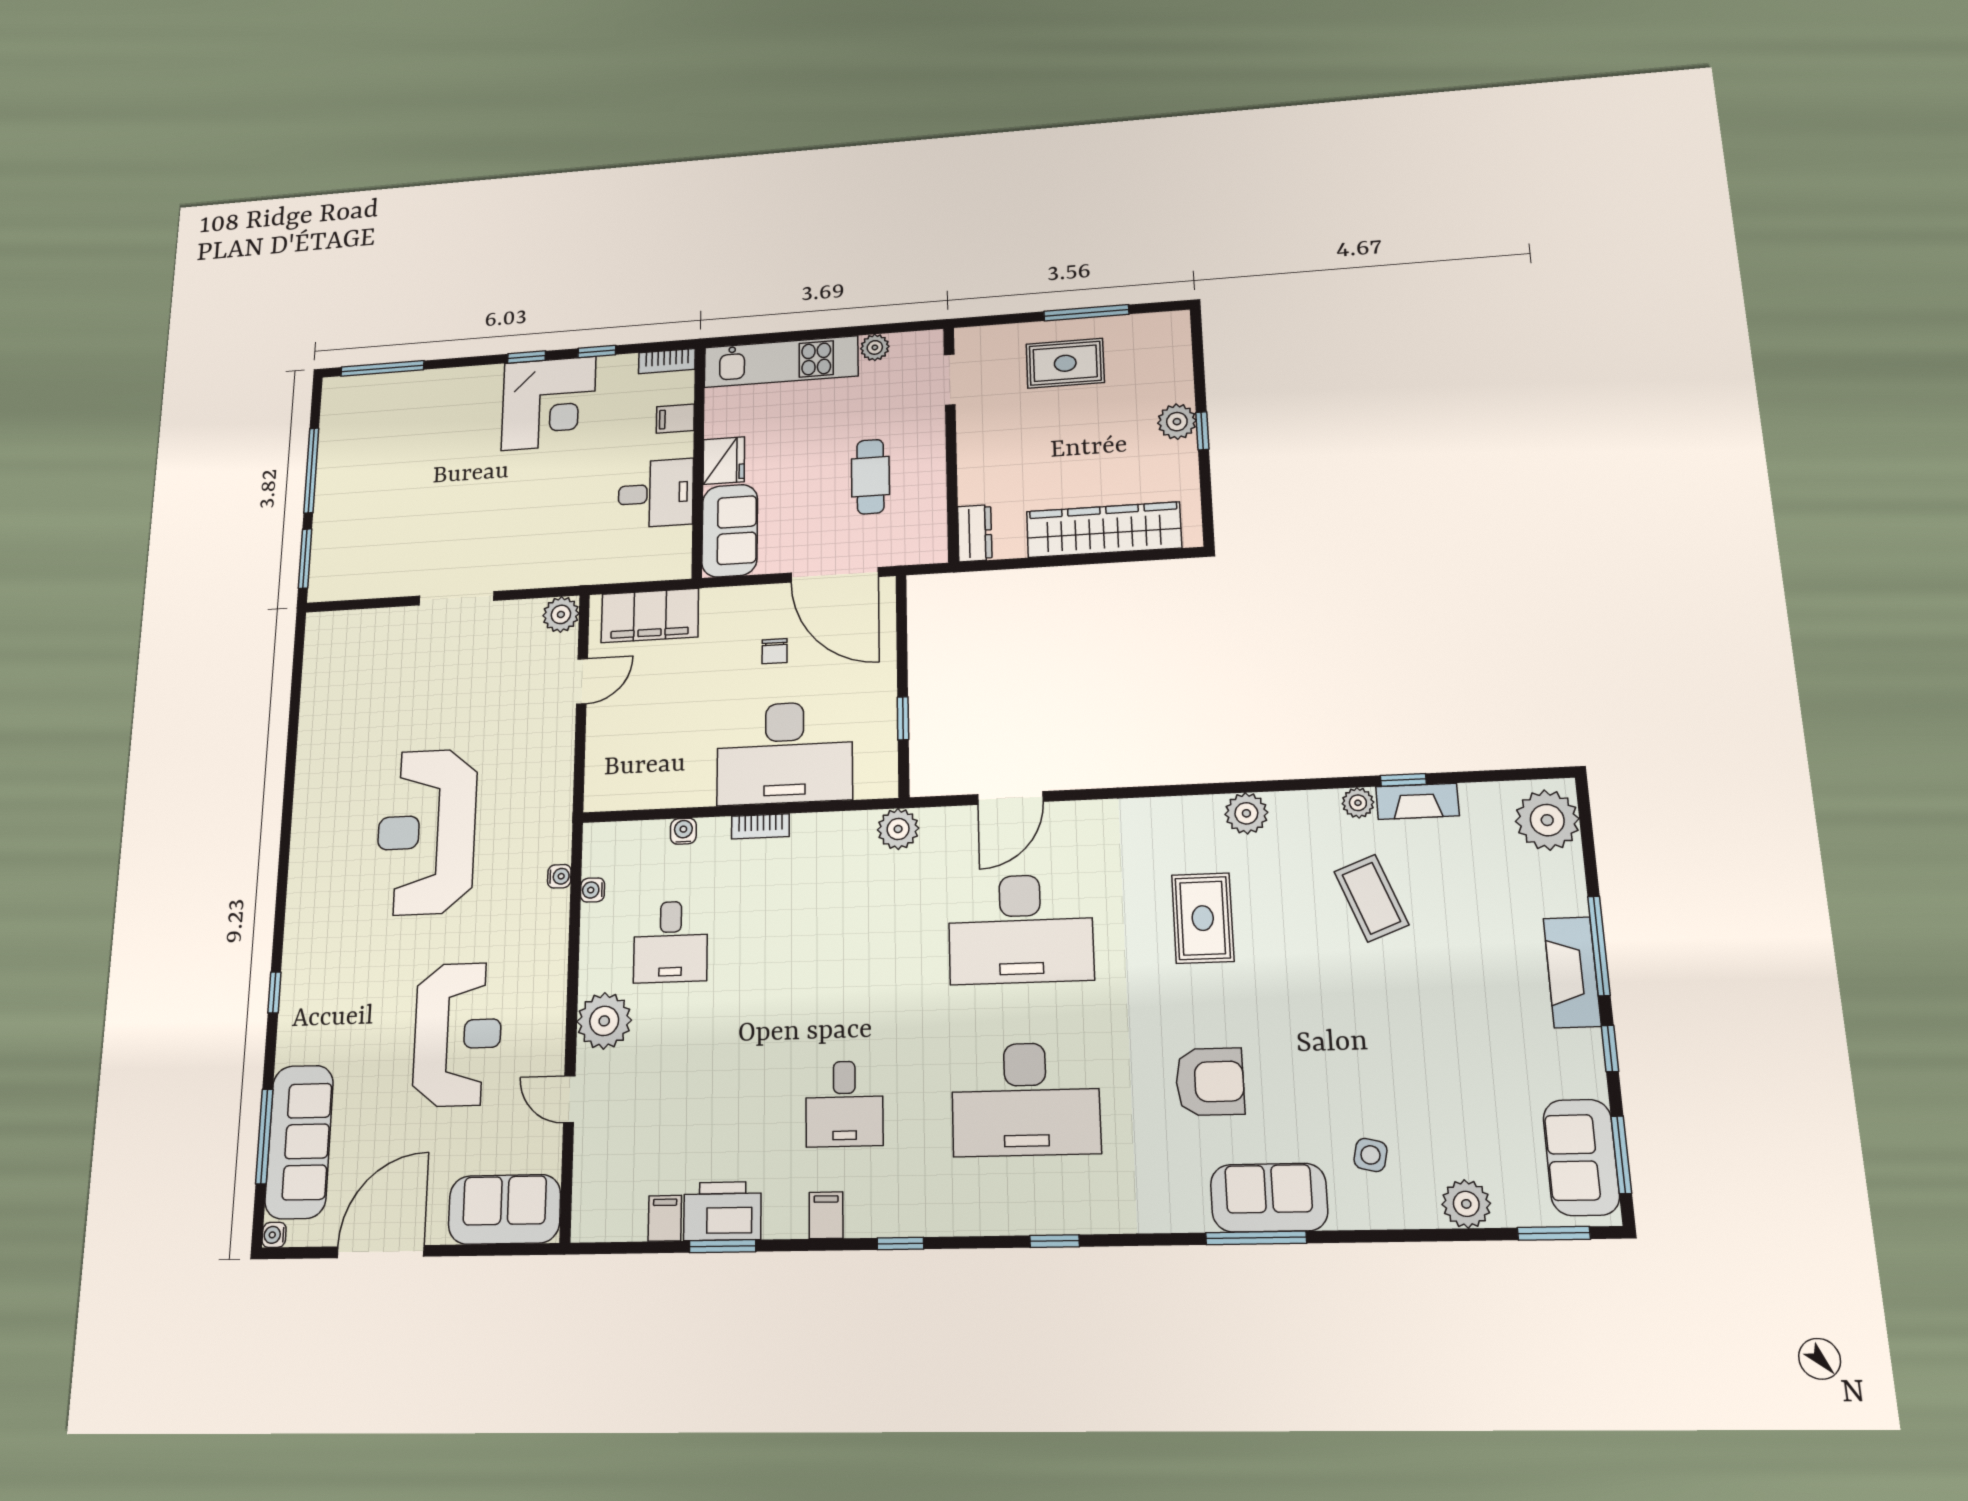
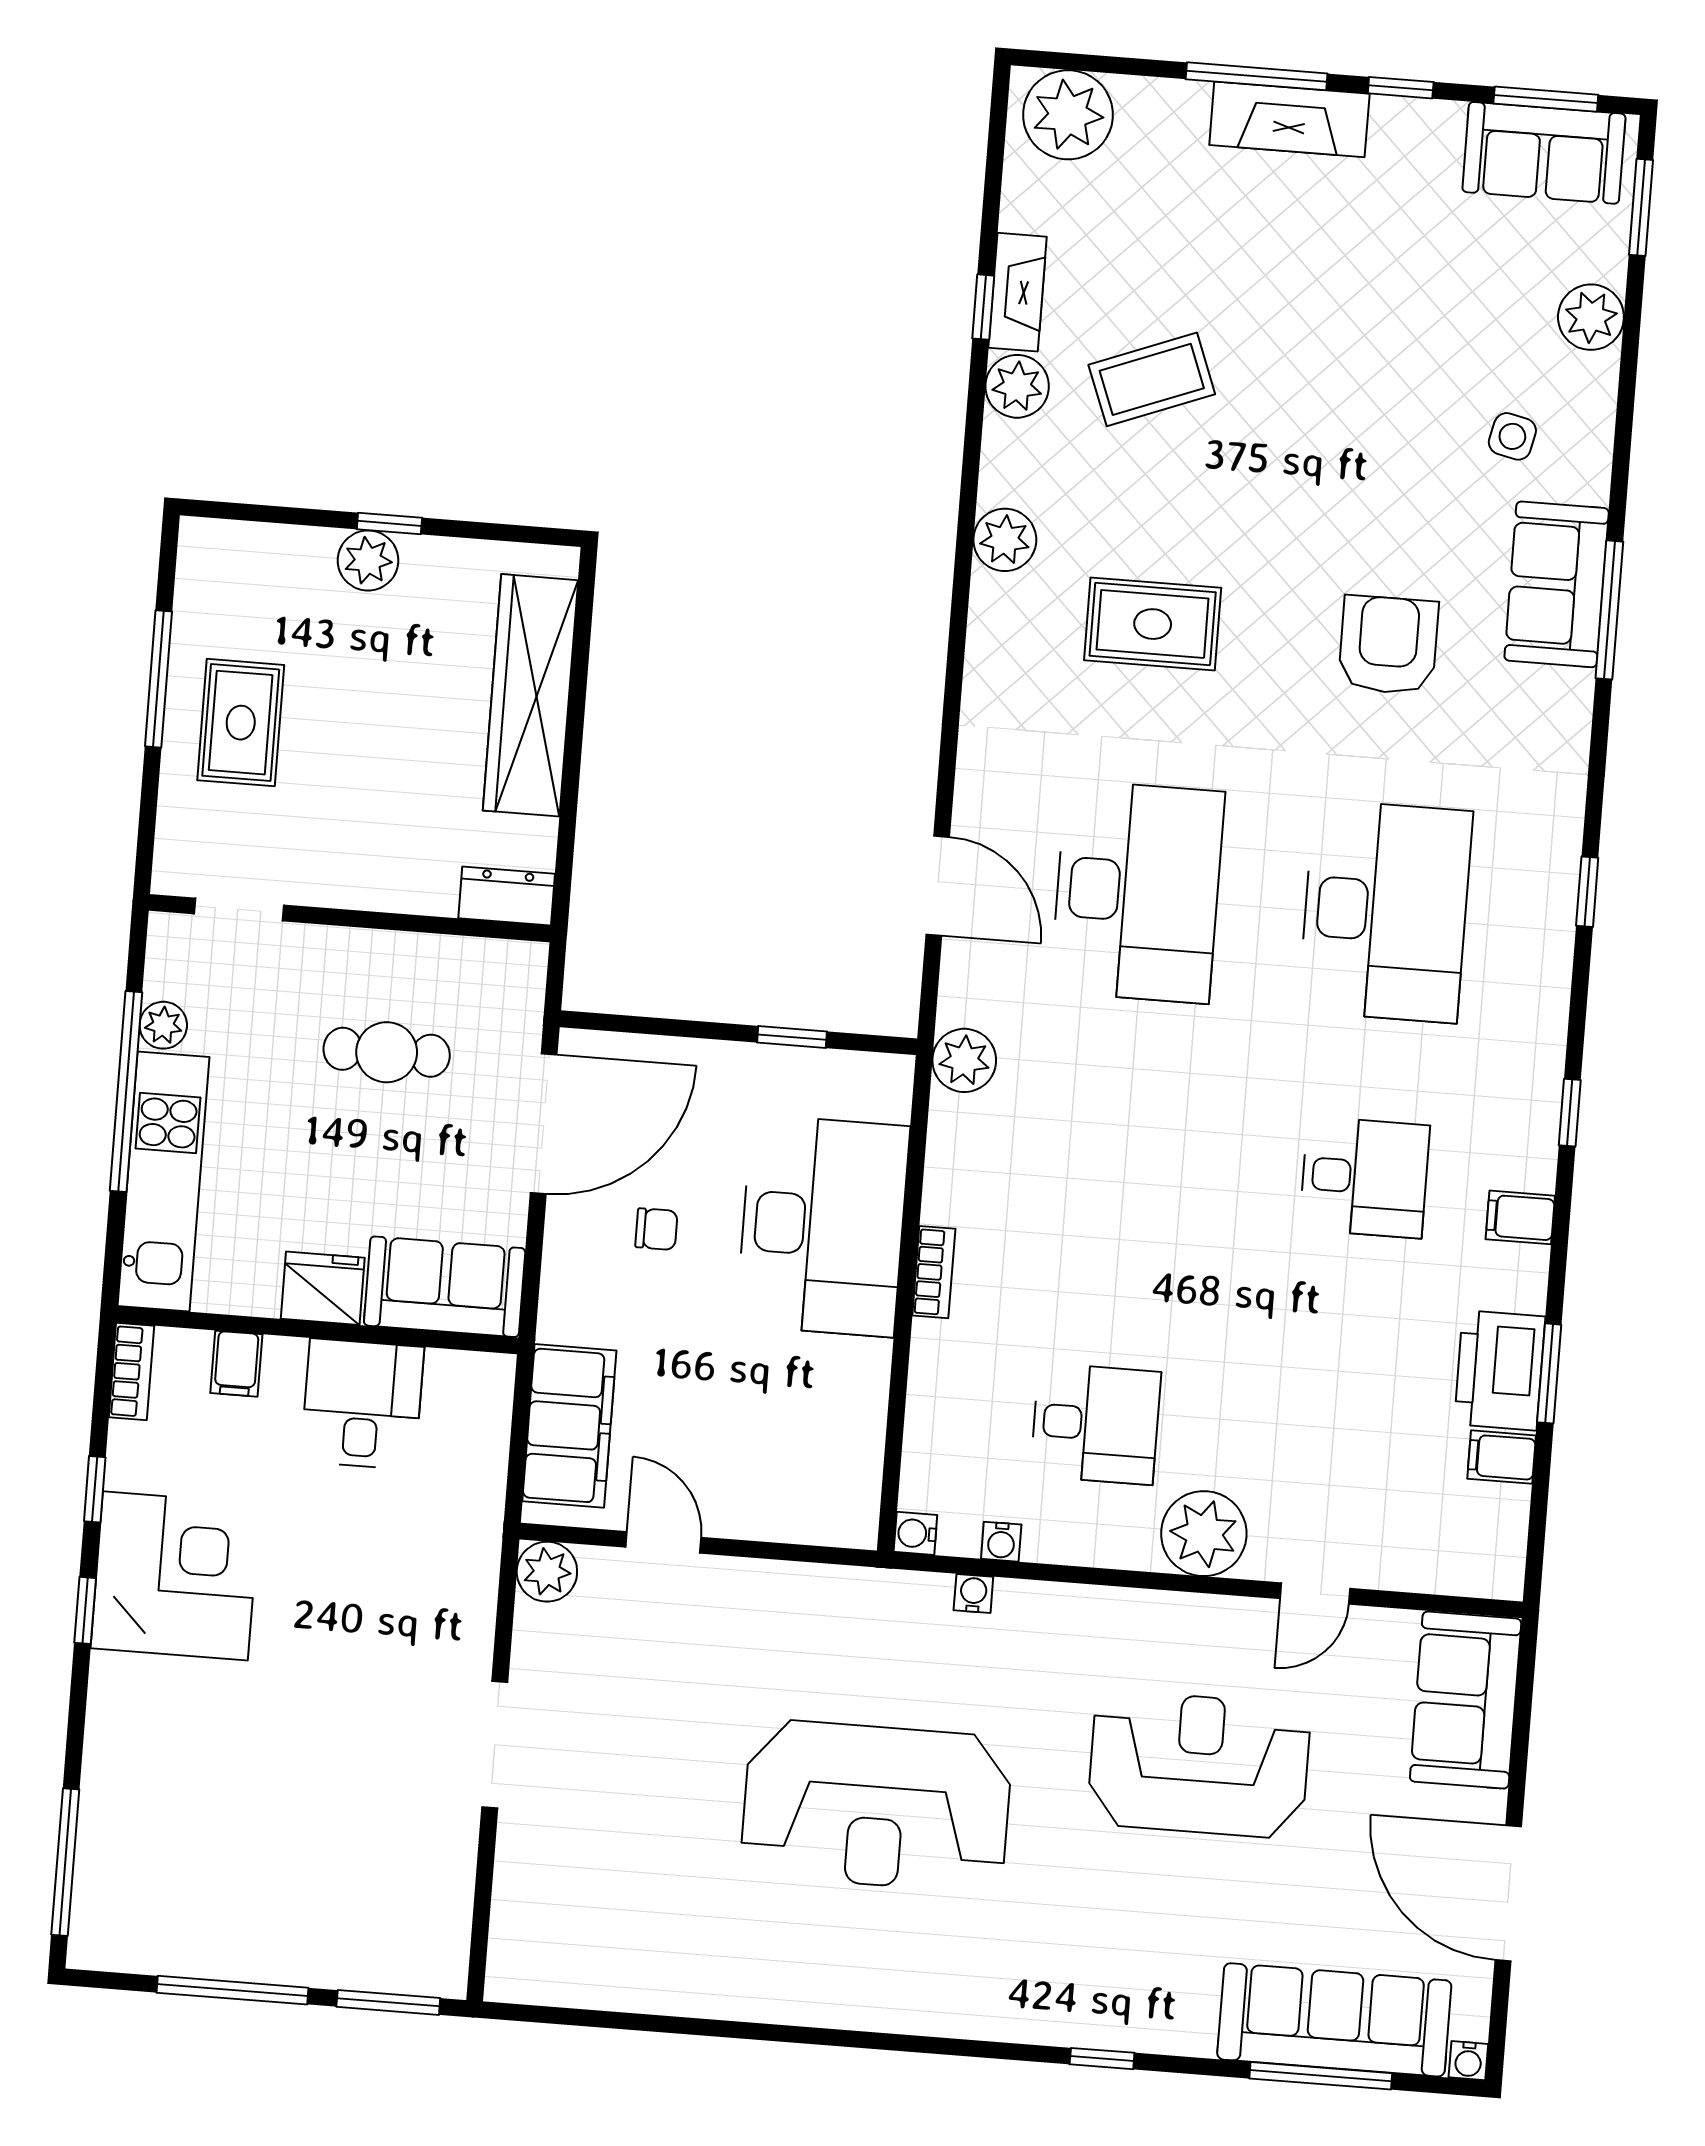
window: (833, 333) -> (126, 1092), added
plant: (1358, 803) -> (1017, 386), width x1.38, depth x1.38
water cooler: (683, 831) -> (915, 1533), moved

